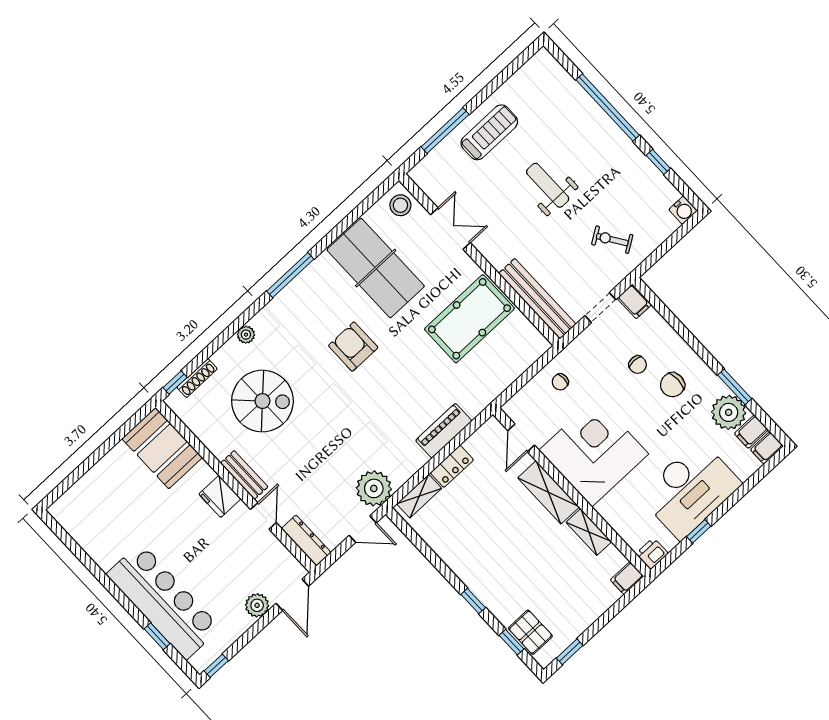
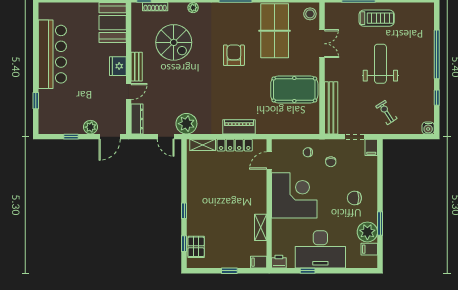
weight bench: (548, 185) -> (380, 64), width x1.36, depth x1.33
chair: (638, 365) -> (331, 162), moved
filing cabinet: (767, 448) -> (370, 262), removed
locker: (452, 466) -> (235, 145), width x1.53
shelving: (549, 492) -> (259, 195), removed
bar counter: (163, 601) -> (52, 54), moved
window: (570, 652) -> (229, 271), moved
window: (216, 666) -> (71, 137), moved

